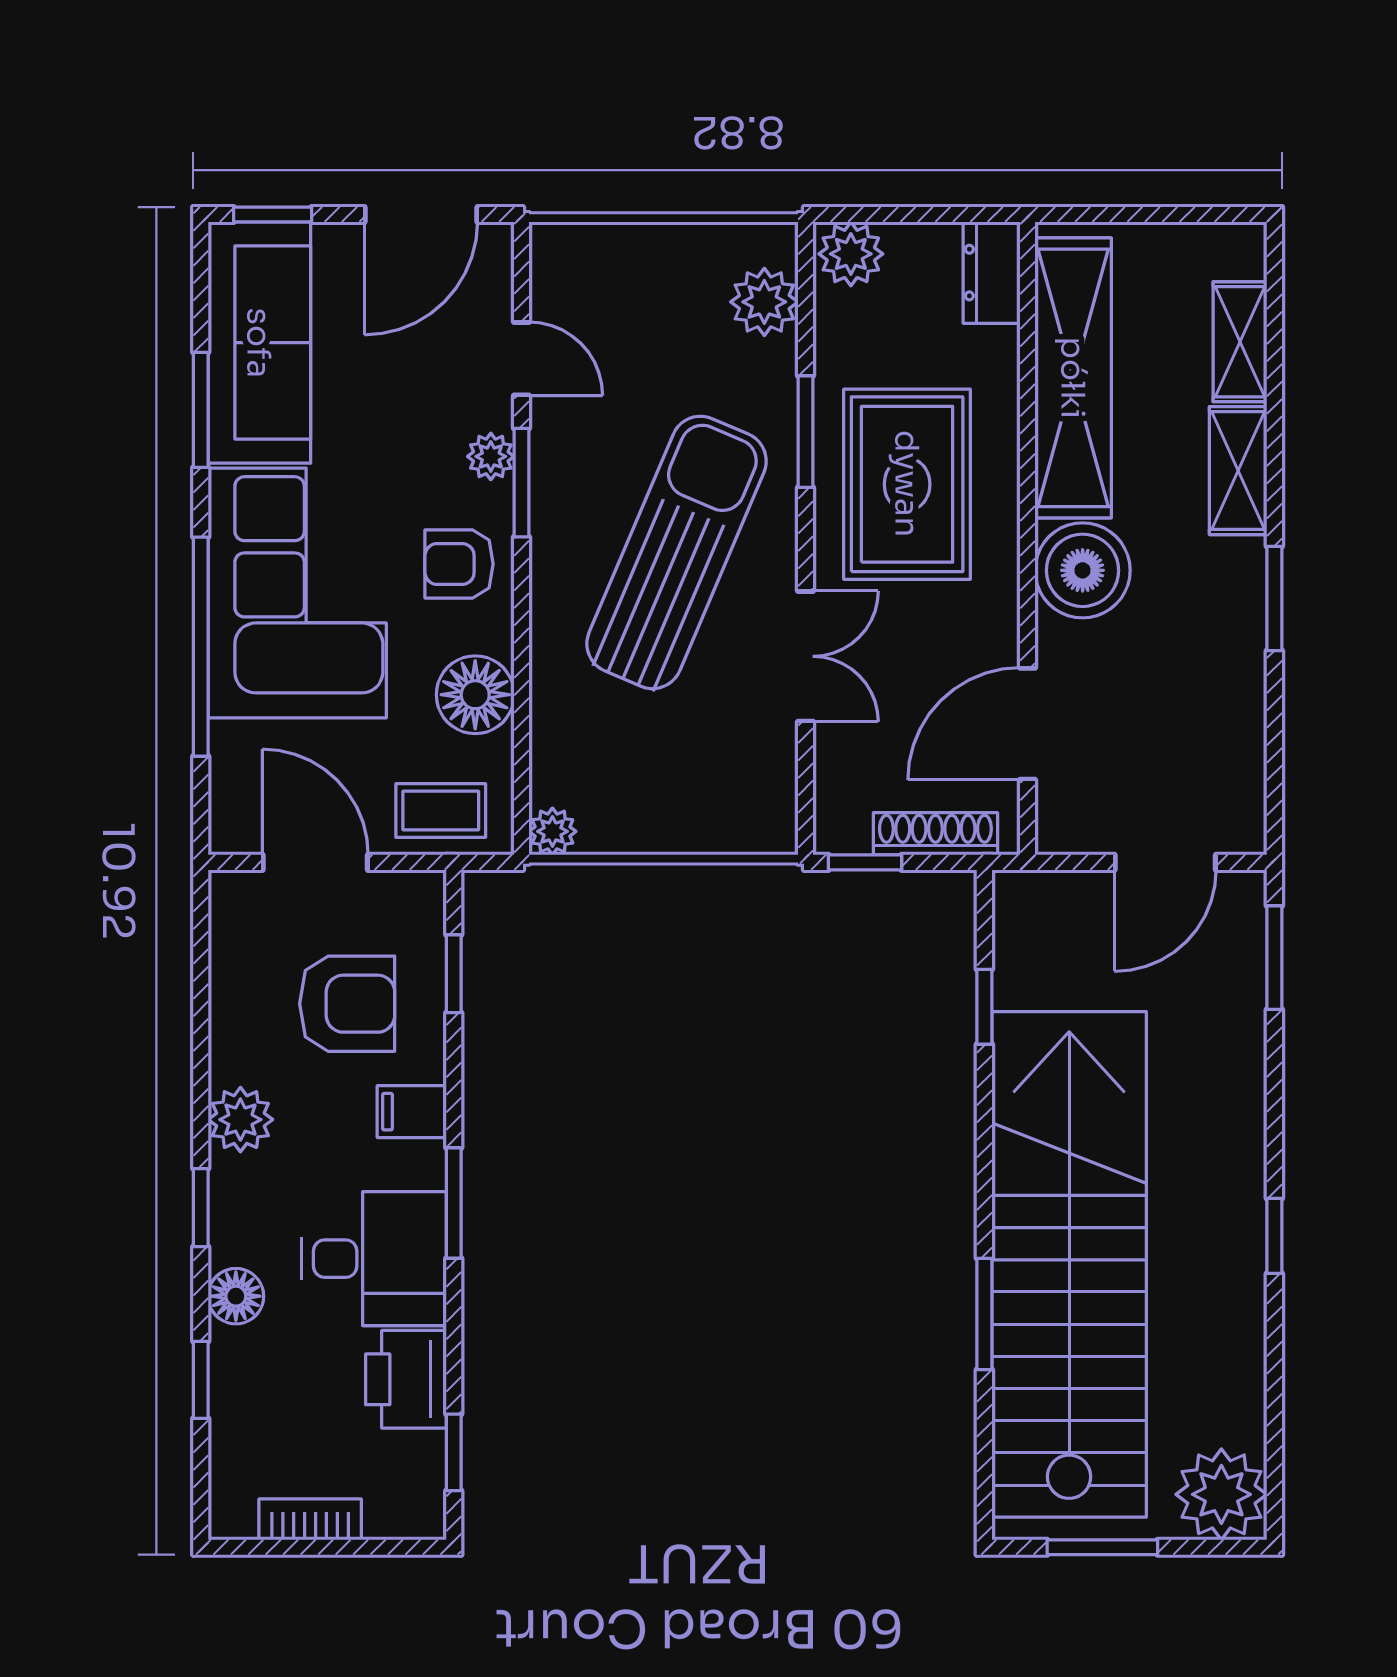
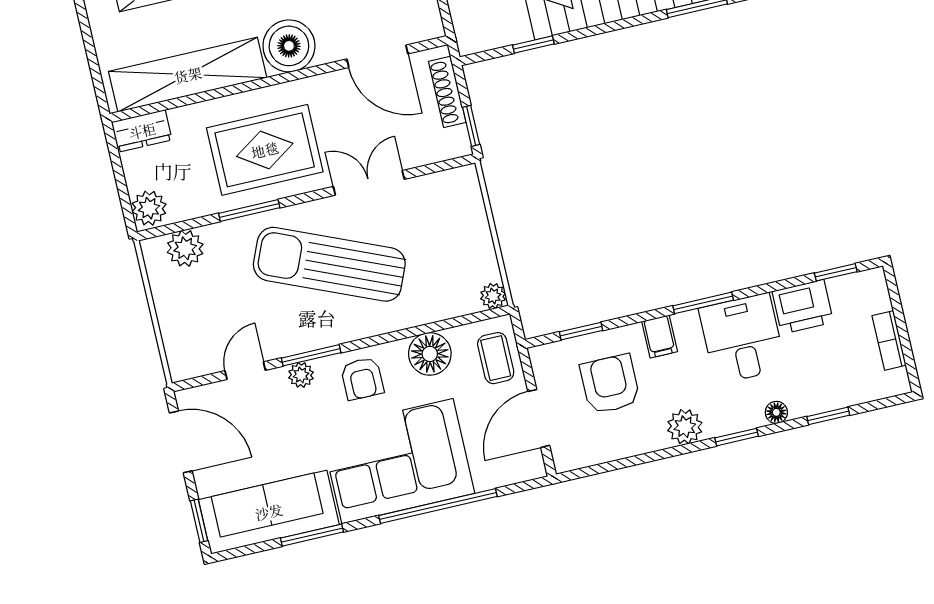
floor lamp: (236, 1296) -> (776, 412), width x0.73, depth x0.73

